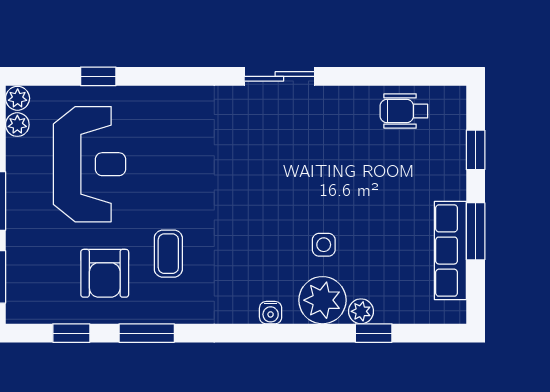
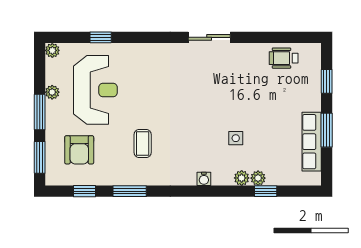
plant: (17, 125) -> (52, 92), moved
armchair: (105, 273) -> (79, 150), moved
plant: (322, 300) -> (242, 178), width x0.53, depth x0.53

